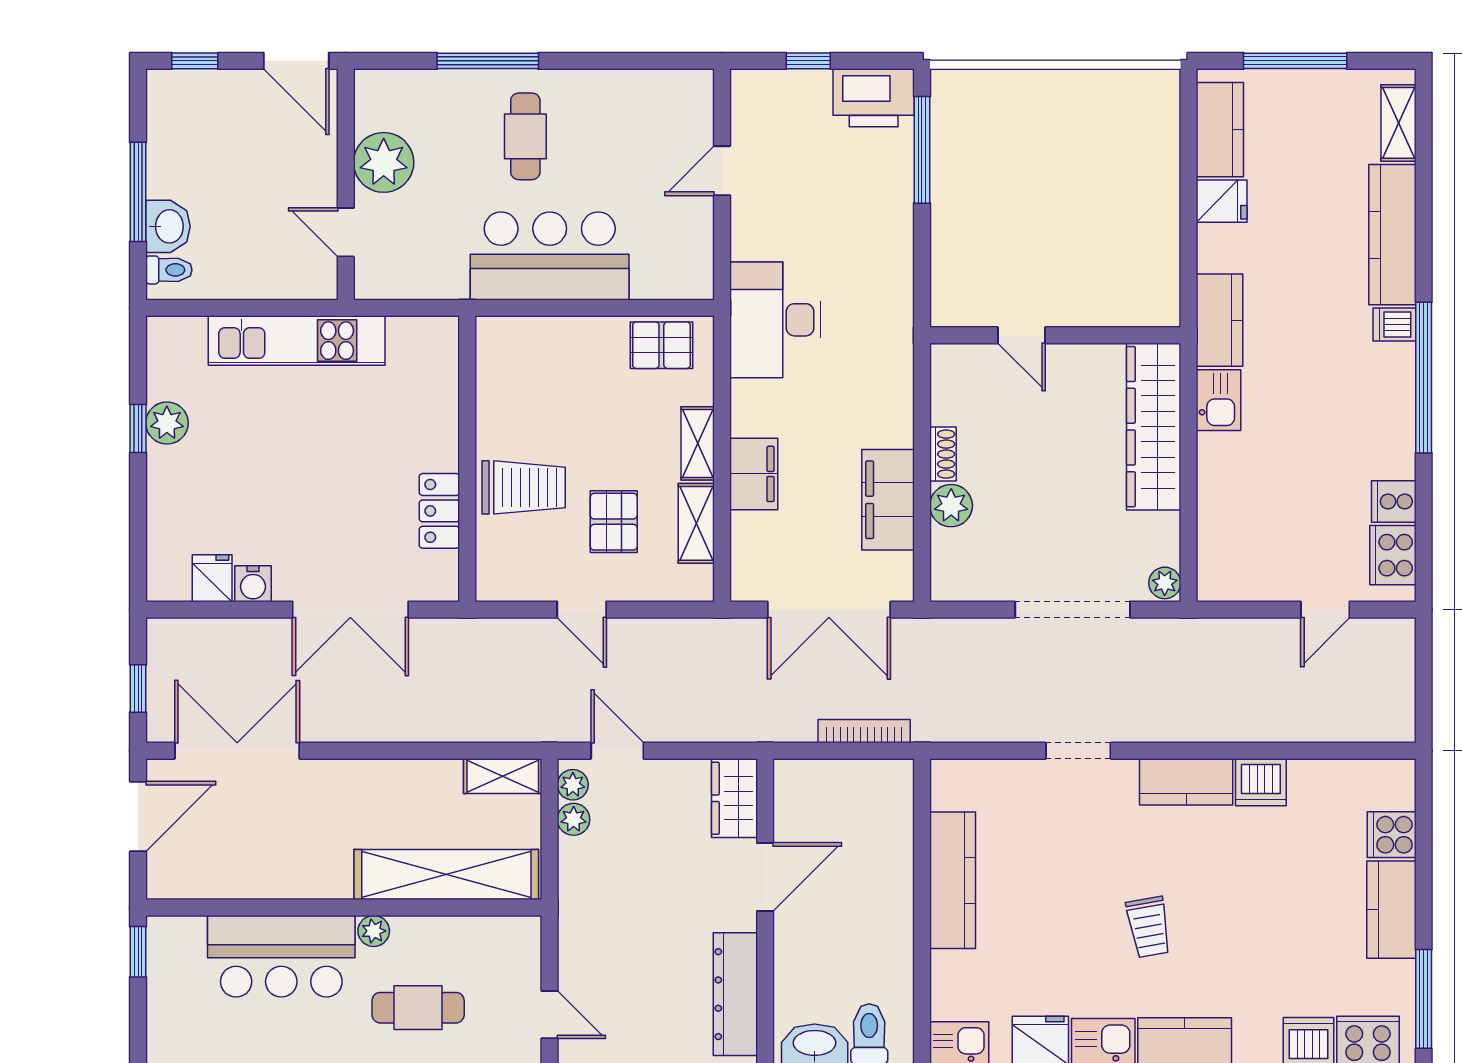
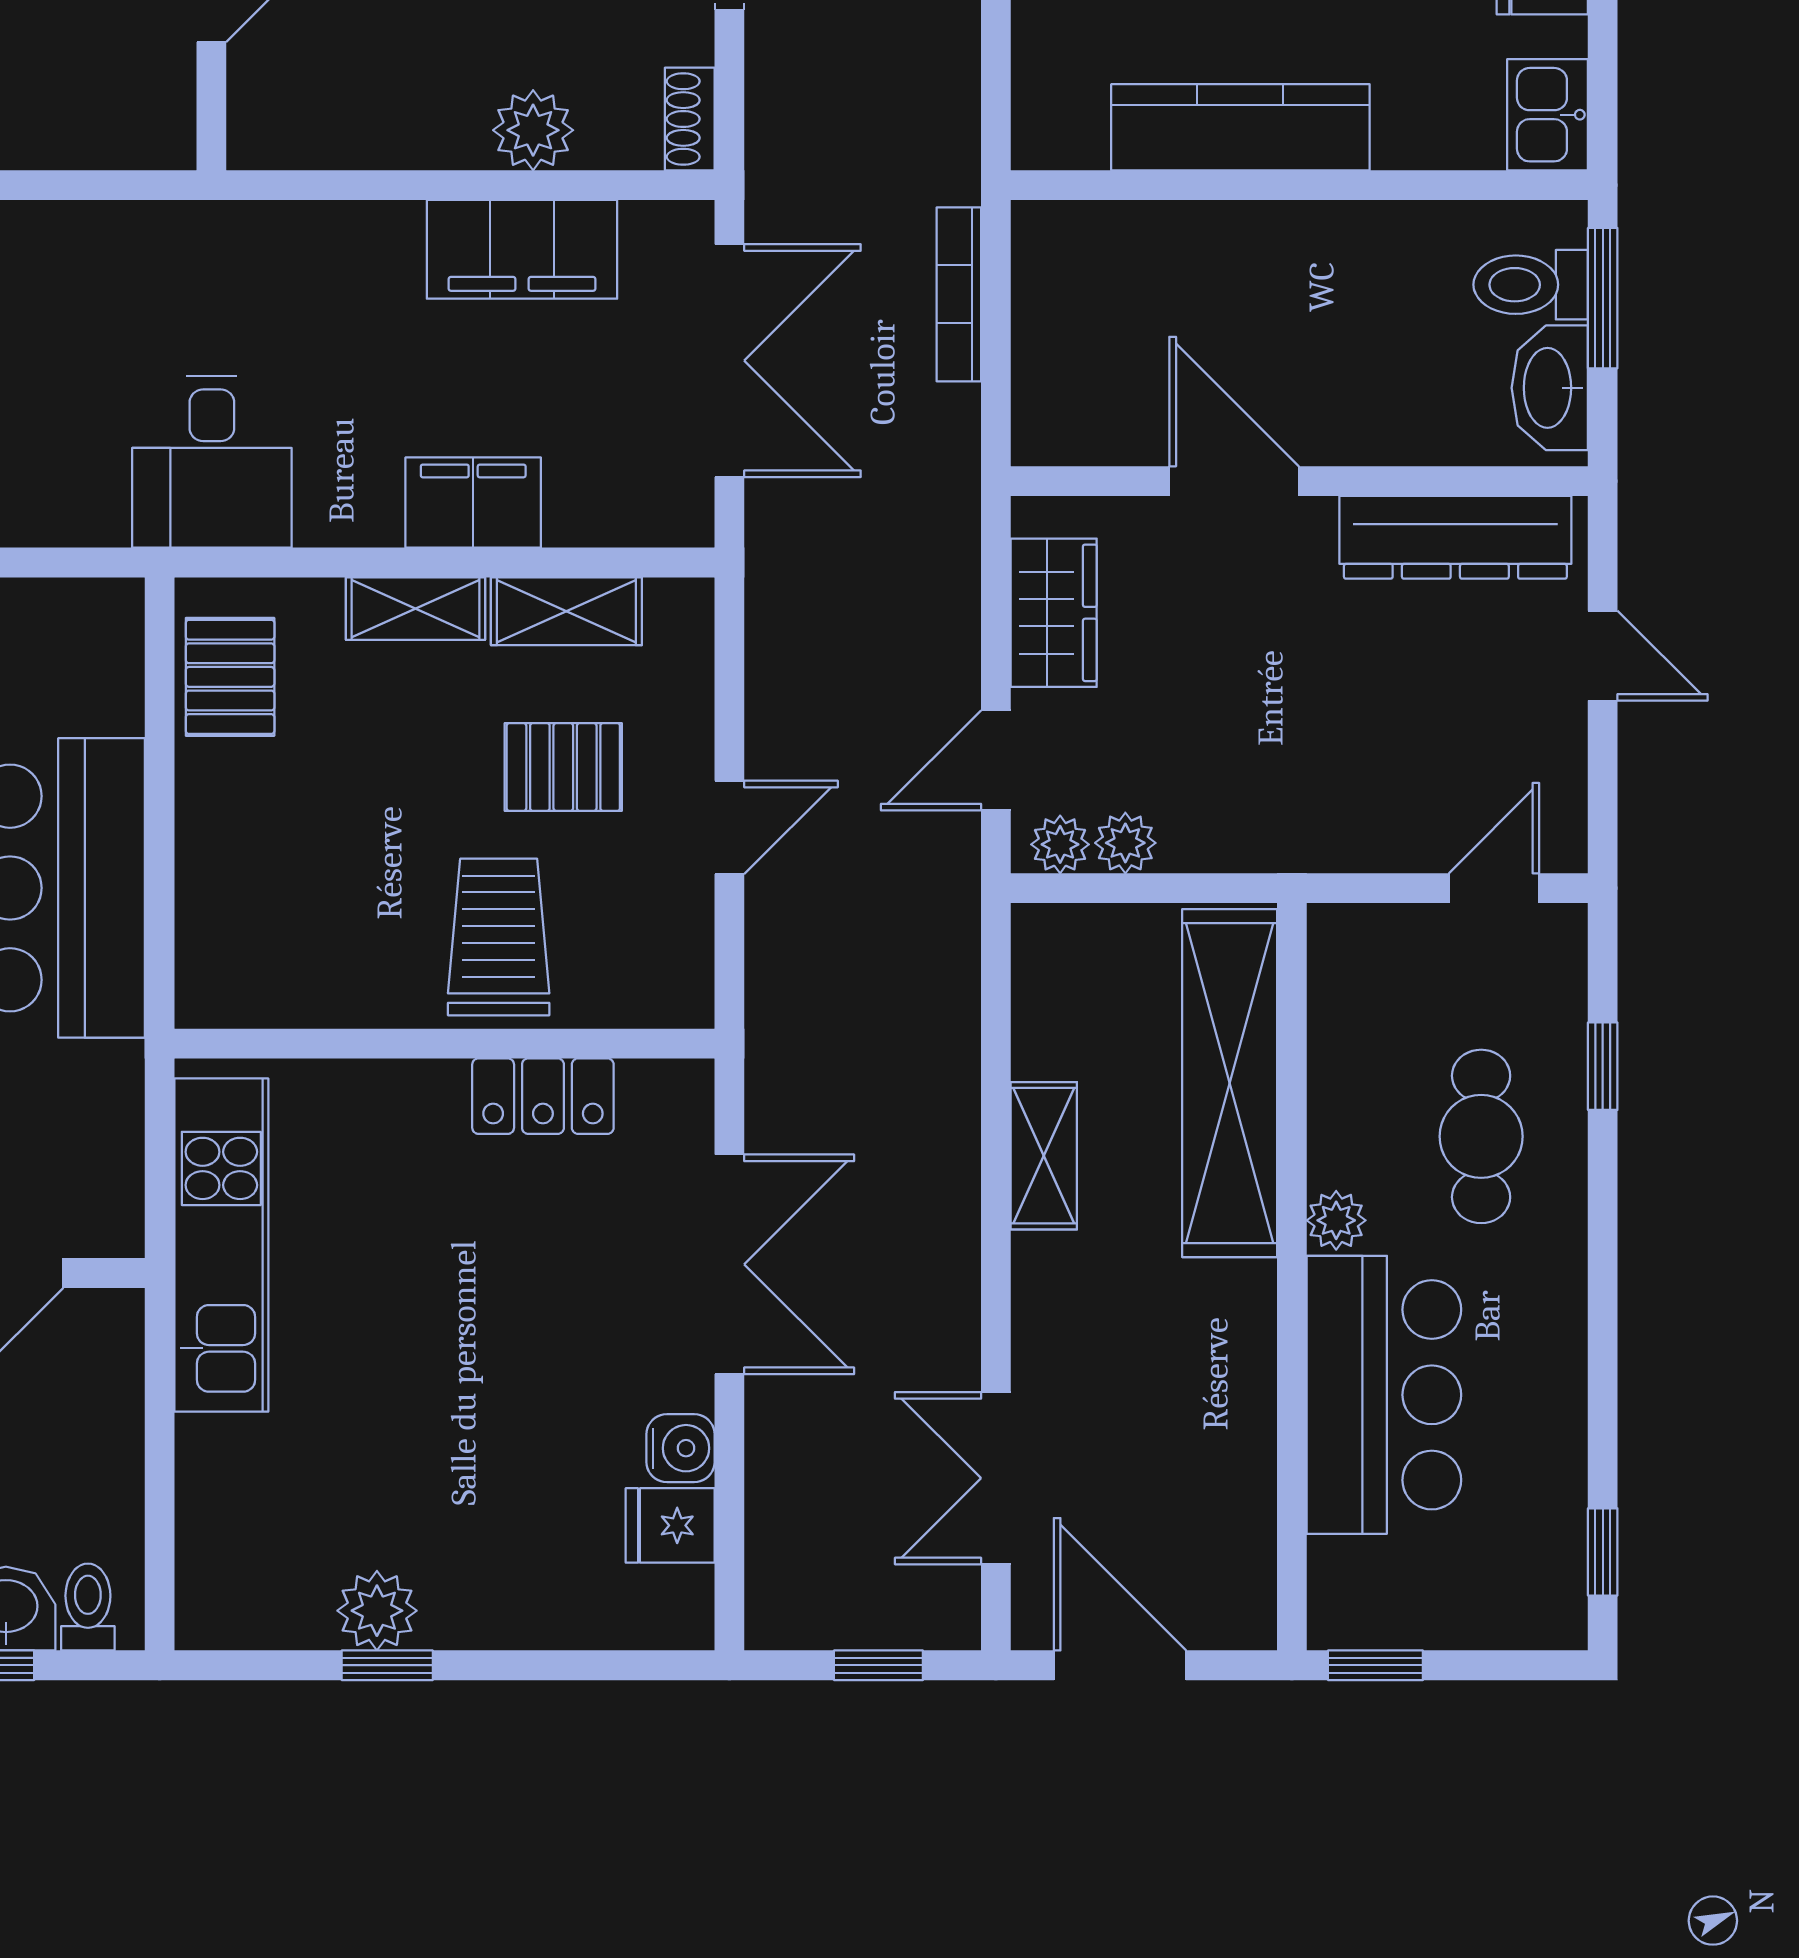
desk: (775, 320) -> (212, 462), width x0.73
kitchen unit: (297, 341) -> (221, 1245), moved
shoe rack: (943, 454) -> (690, 119), moved, turned -90
double door: (237, 751) -> (996, 1478), width x0.73
shelving: (503, 776) -> (1044, 1156), moved
wardrobe: (735, 798) -> (1054, 613), moved, turned -90

